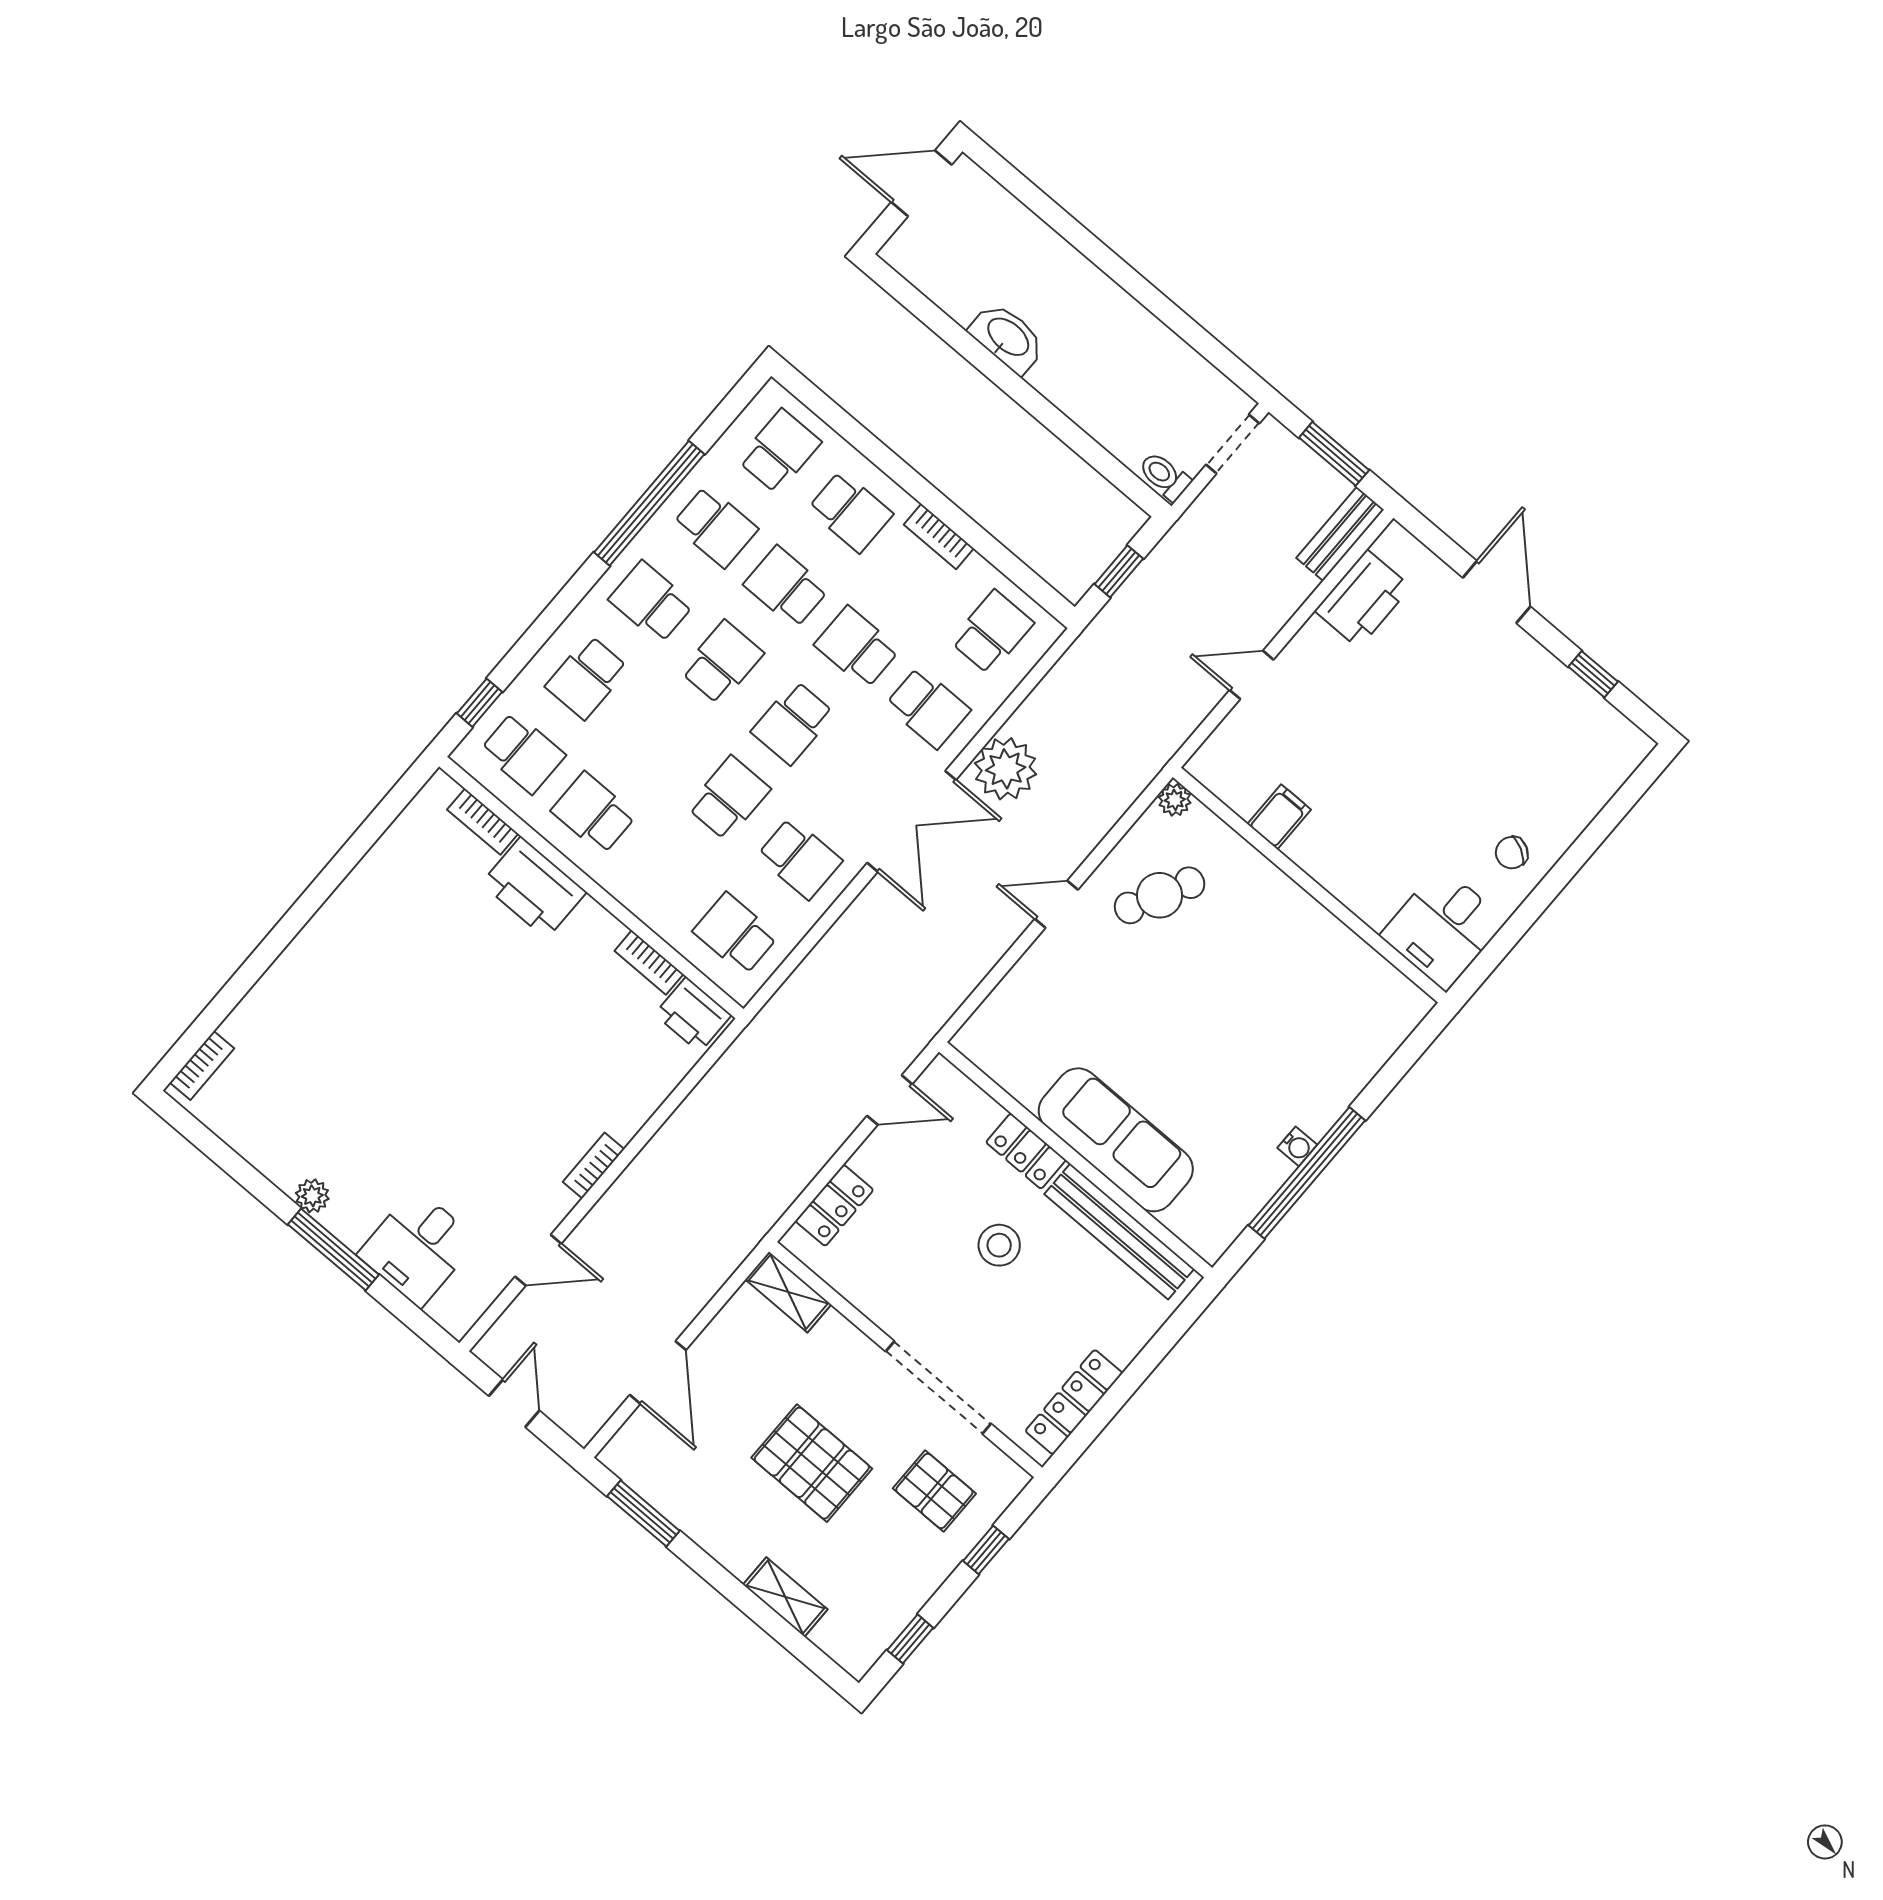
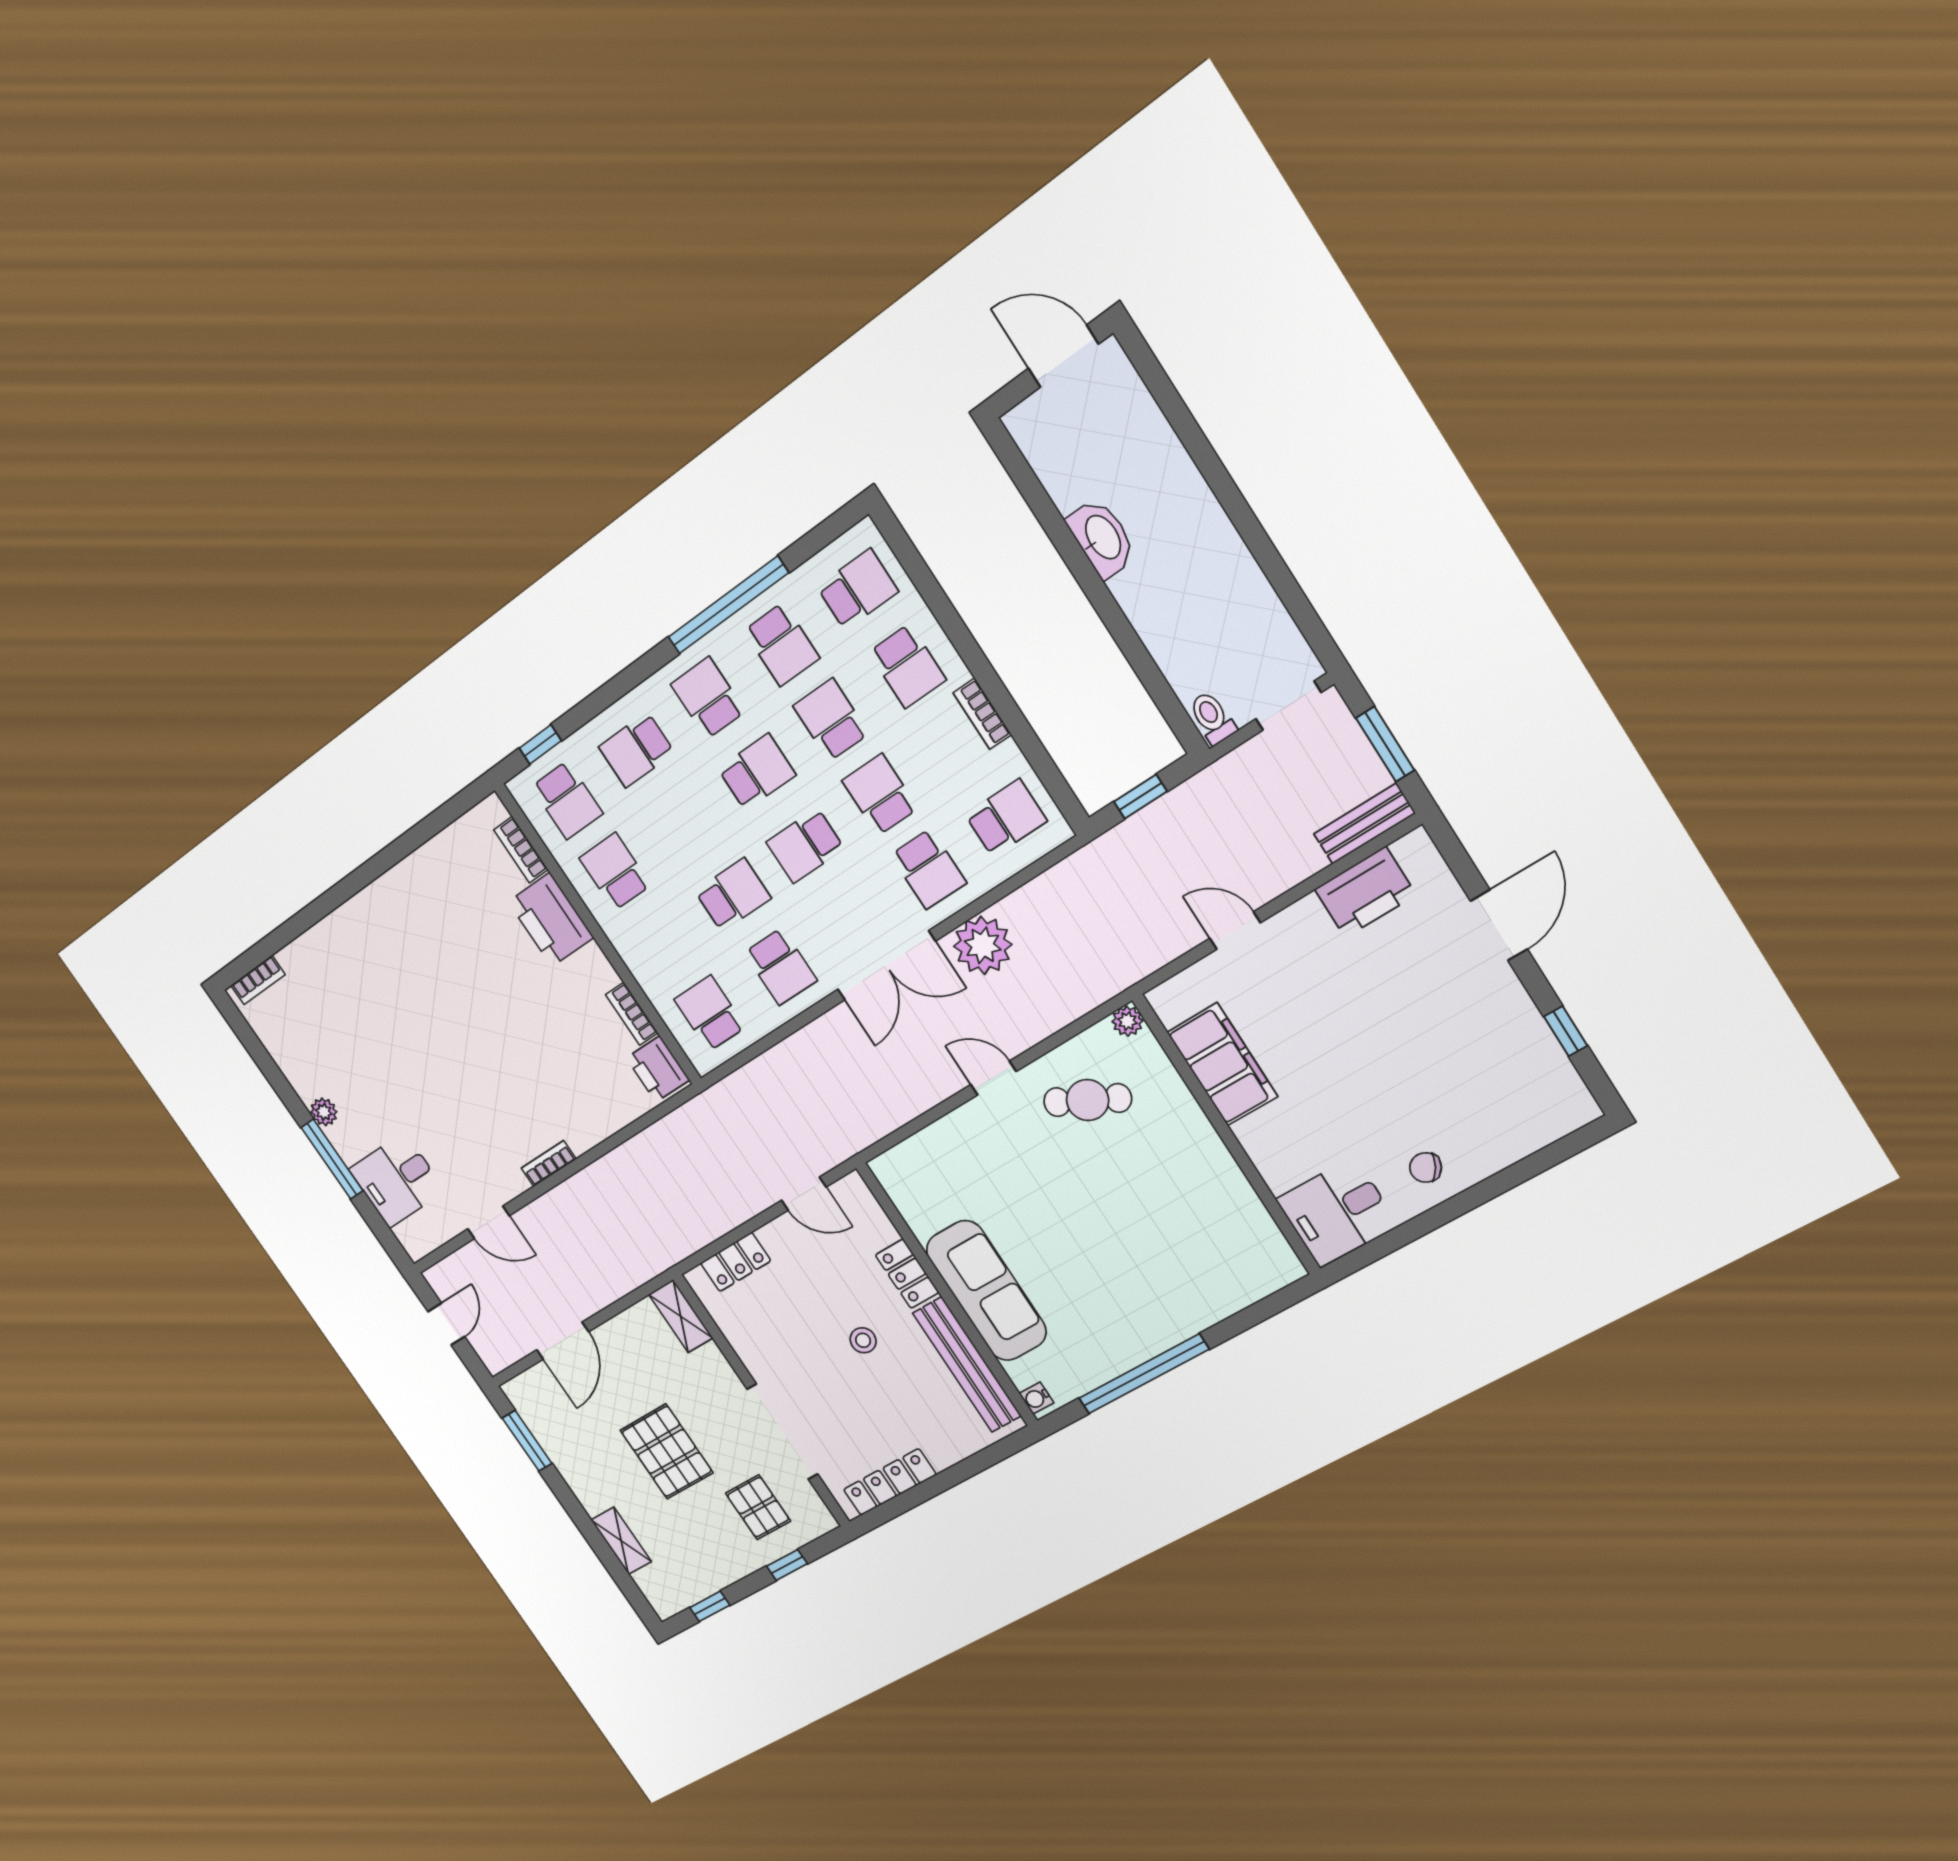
filing cabinet: (1279, 817) -> (1222, 1064), width x3.00, depth x1.17
water cooler: (1297, 1146) -> (1036, 1398), moved, turned 90
stool: (999, 1245) -> (863, 1340), width x0.73, depth x0.73

